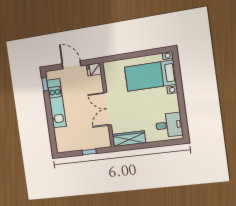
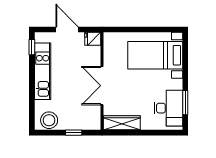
window: (183, 114) -> (185, 103), added
desk: (169, 125) -> (169, 108), width x1.37
stool: (67, 144) -> (49, 120), added

